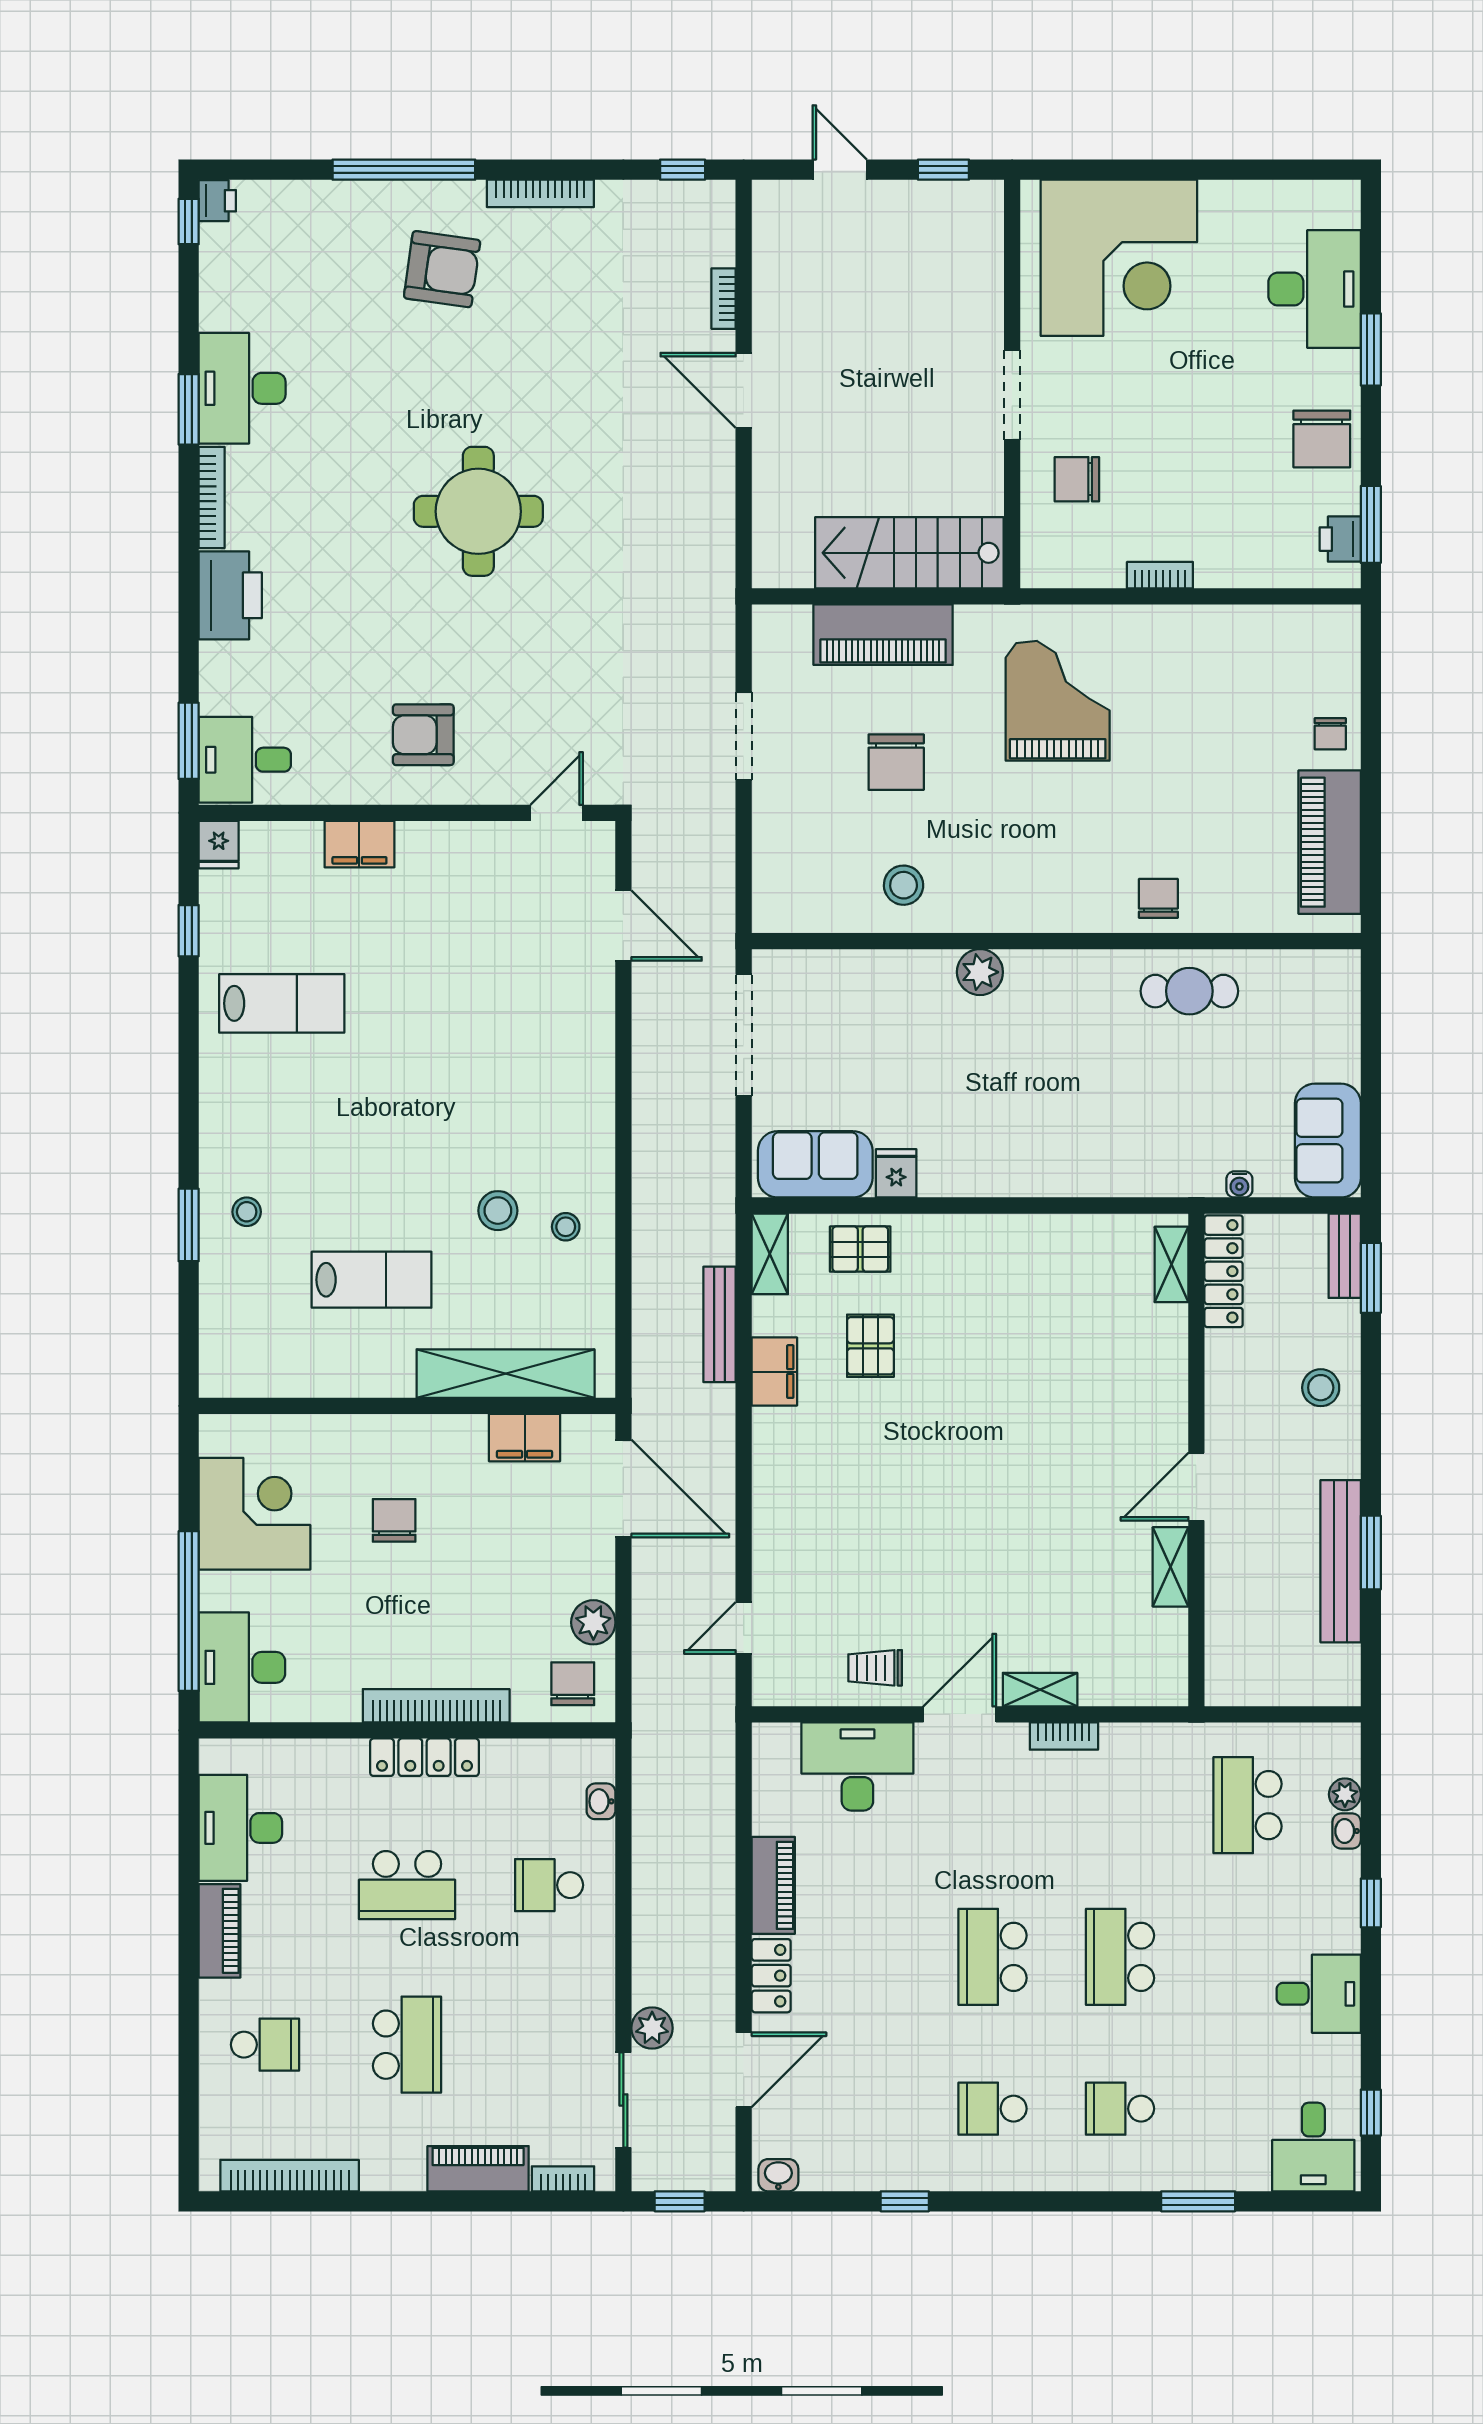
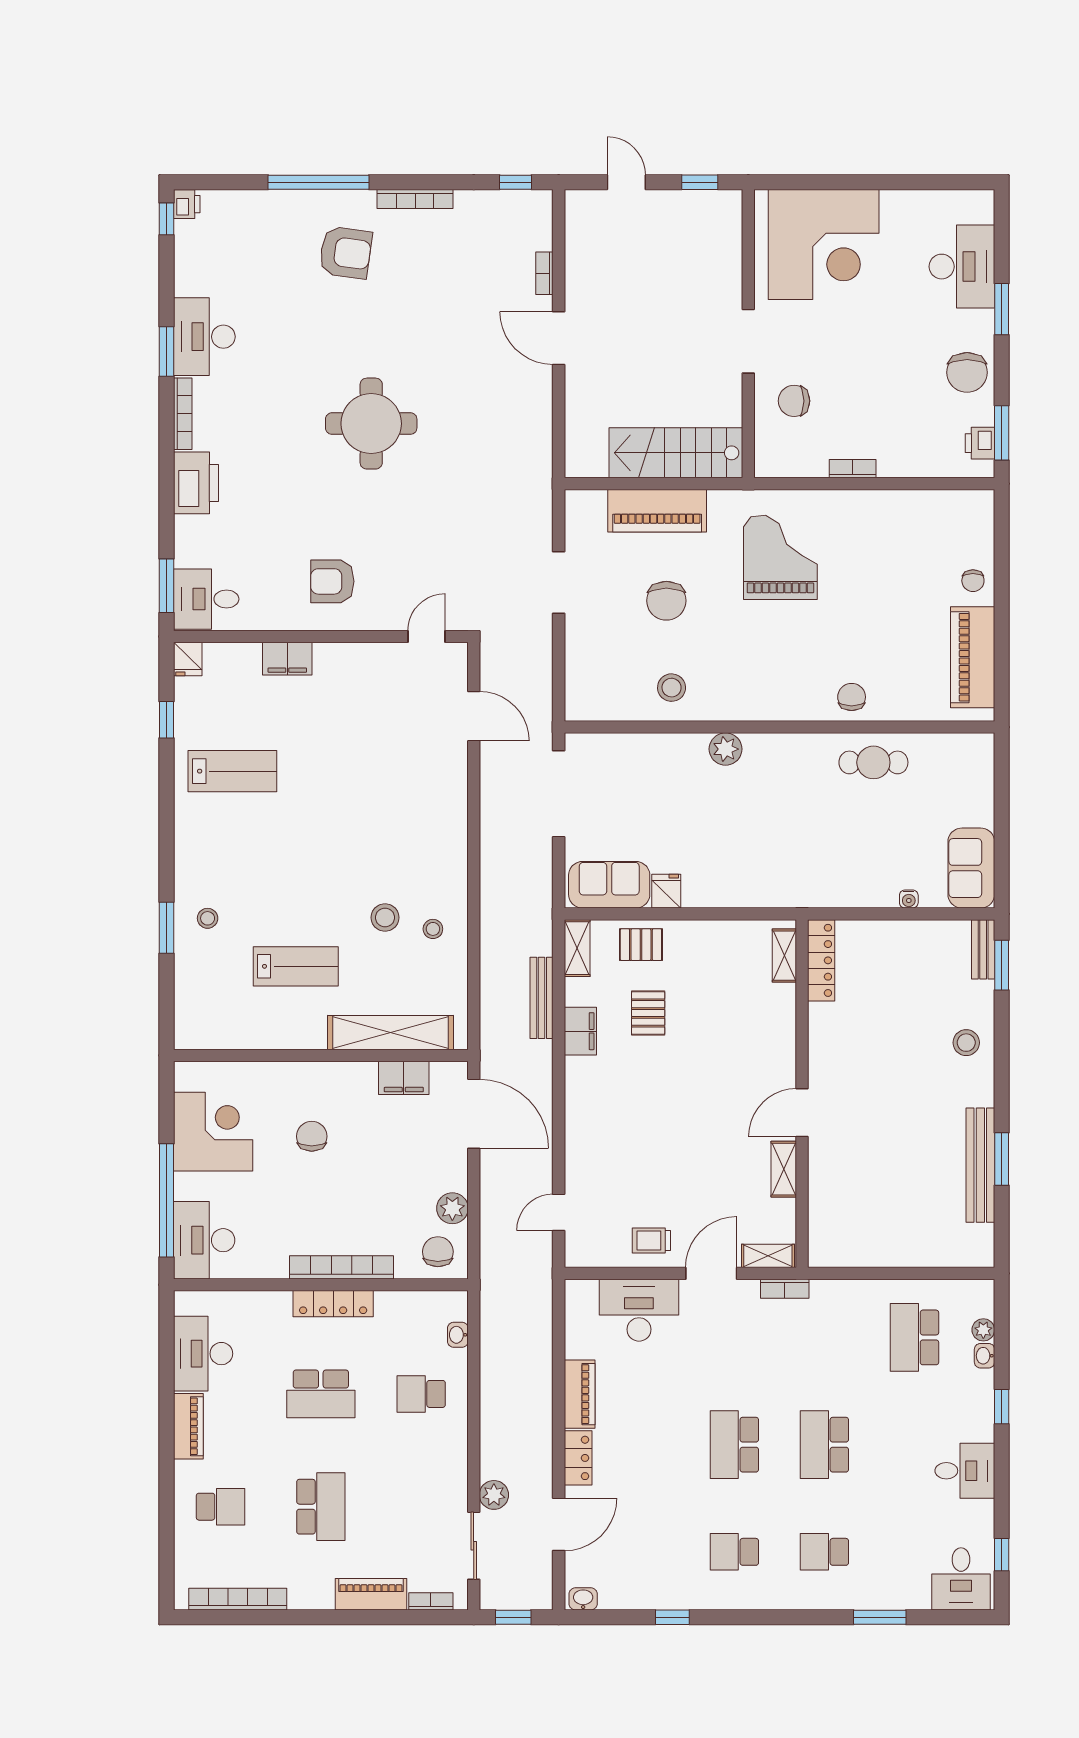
shelving: (1171, 1264) -> (784, 956), moved
locker: (1224, 1271) -> (821, 960), moved
wall: (1196, 1460) -> (802, 1094), moved
door: (1196, 1487) -> (802, 1113), moved
shelving: (1171, 1567) -> (784, 1169), moved

